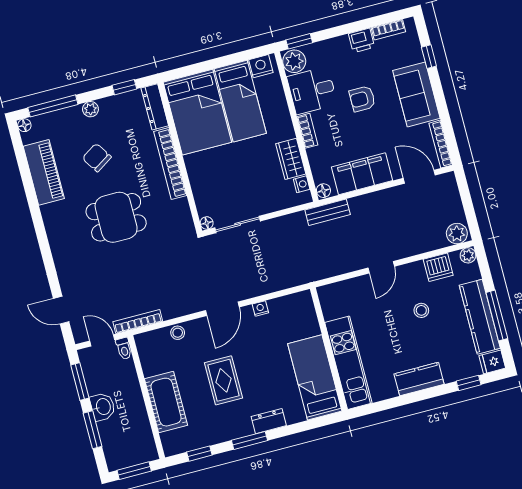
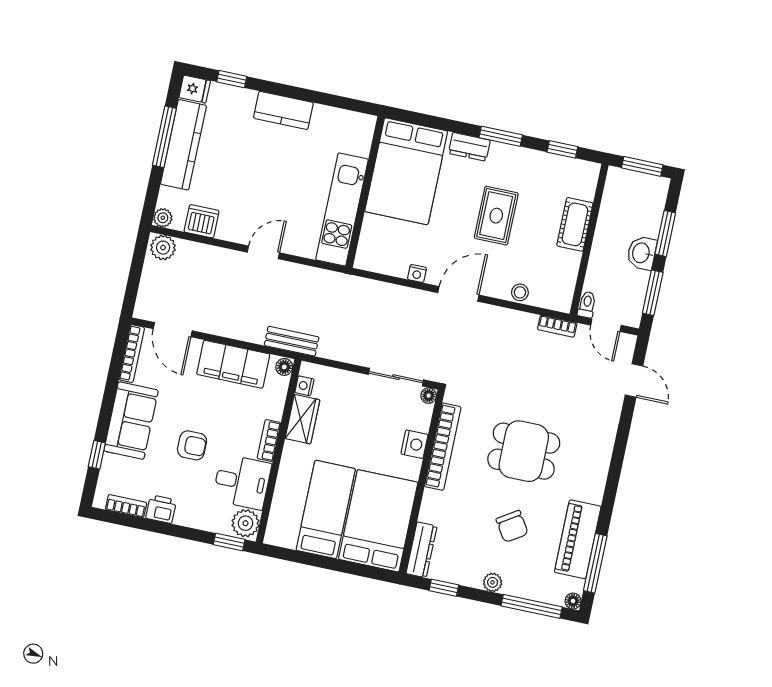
nightstand: (261, 66) -> (414, 444), moved, turned -90
window: (22, 161) -> (595, 563), added
bookcase: (170, 163) -> (443, 447), moved
stool: (421, 310) -> (243, 184), removed
bookcase: (138, 322) -> (557, 326), width x0.64
kitchen unit: (348, 363) -> (342, 209), moved
bed: (315, 377) -> (406, 171), width x1.50
cot: (166, 402) -> (575, 224), width x0.73, depth x0.75

